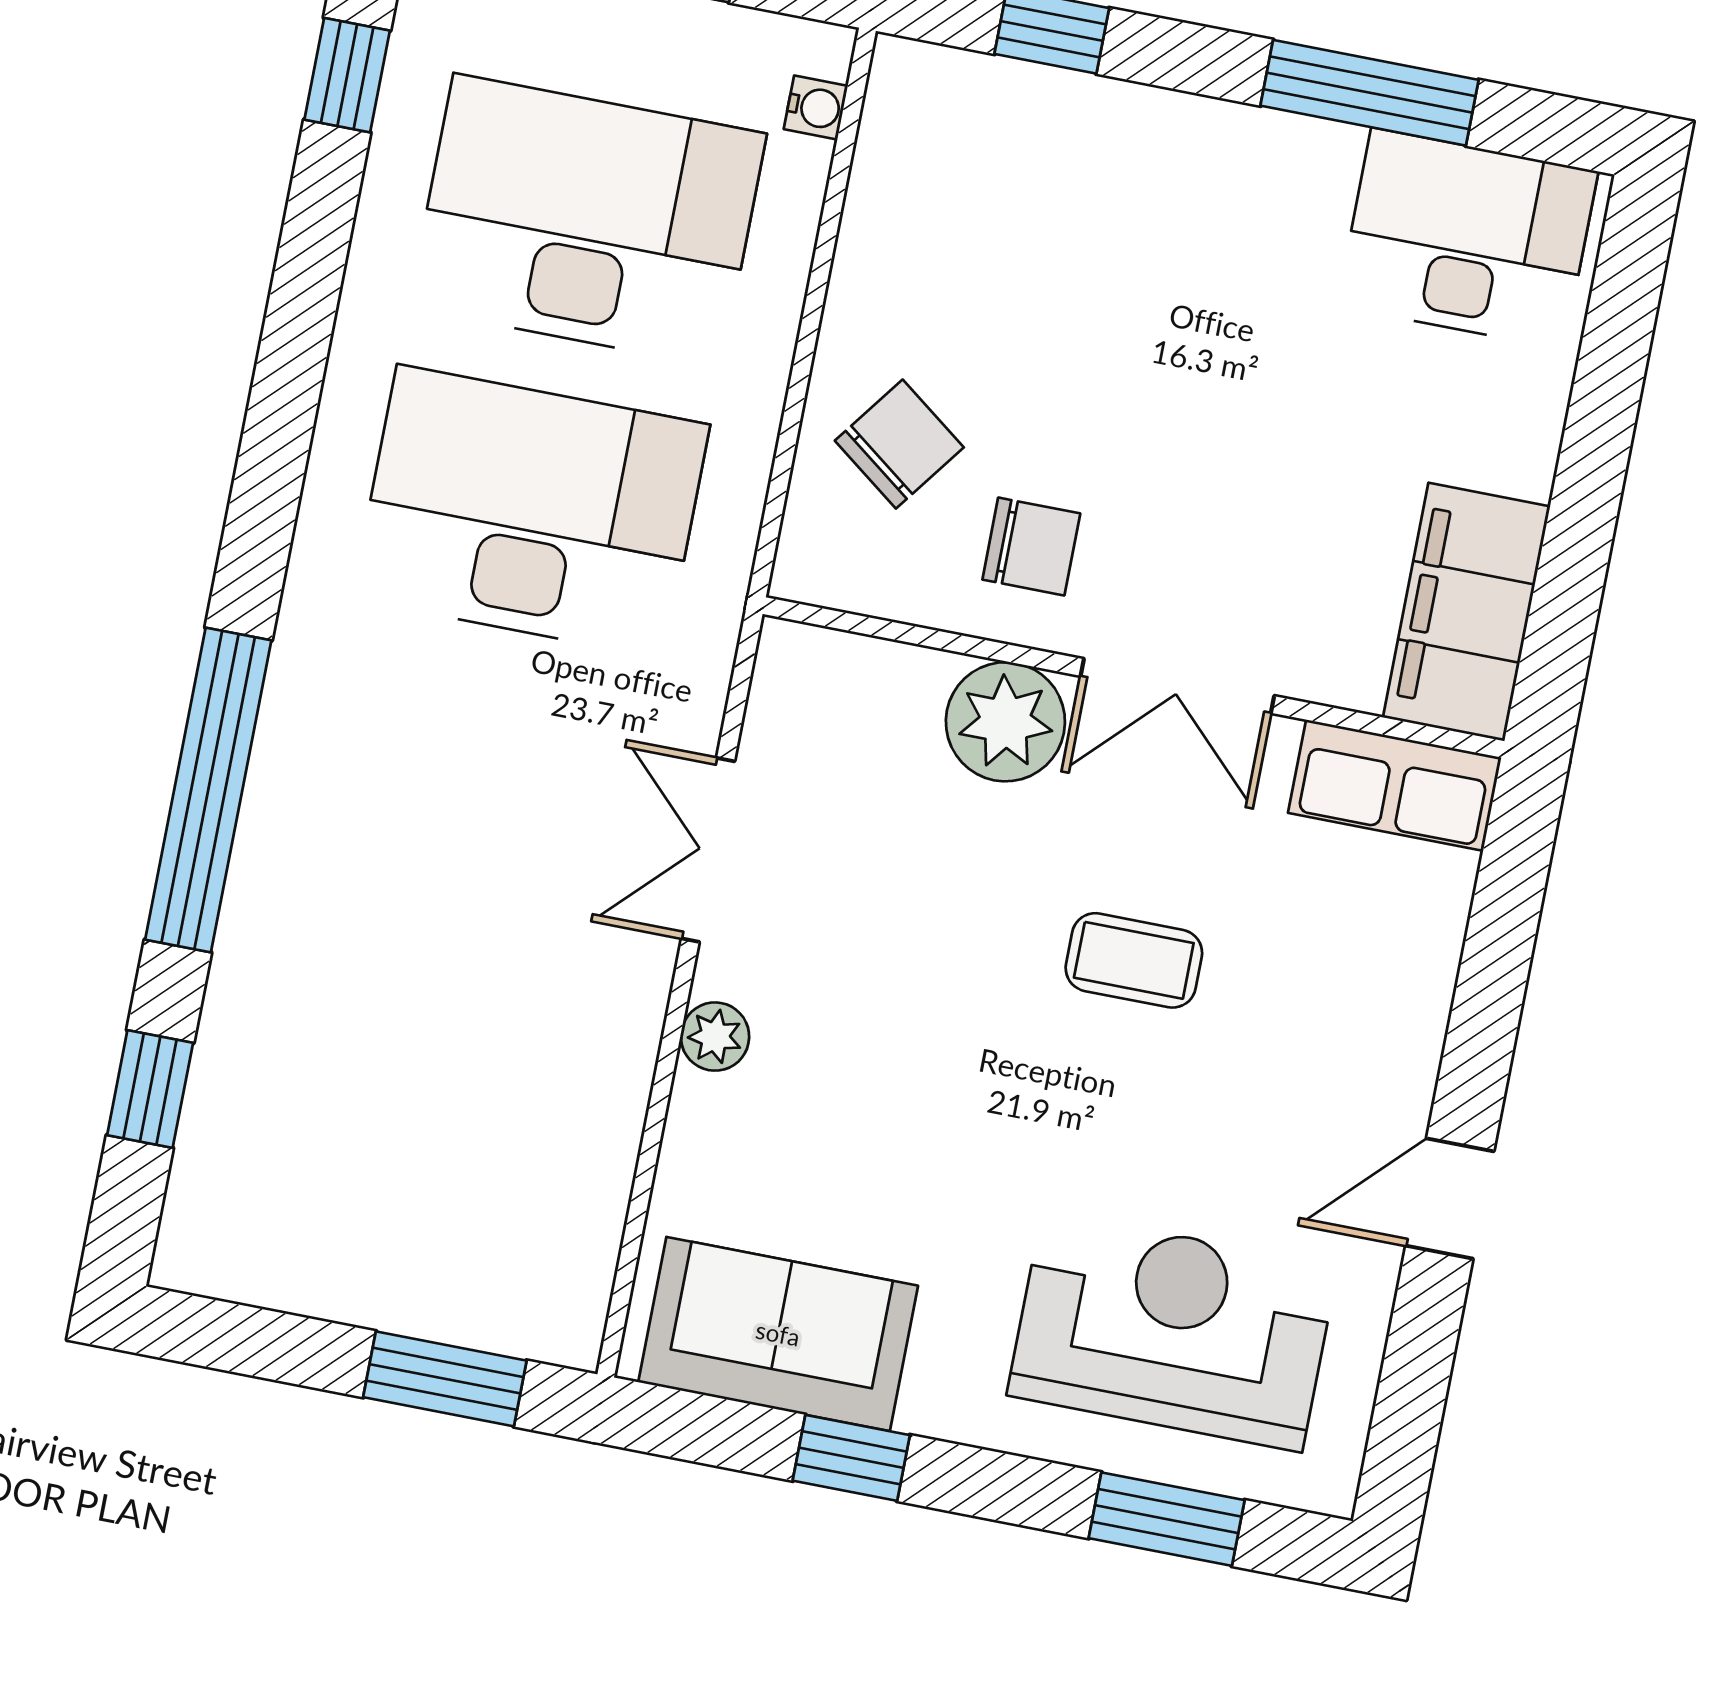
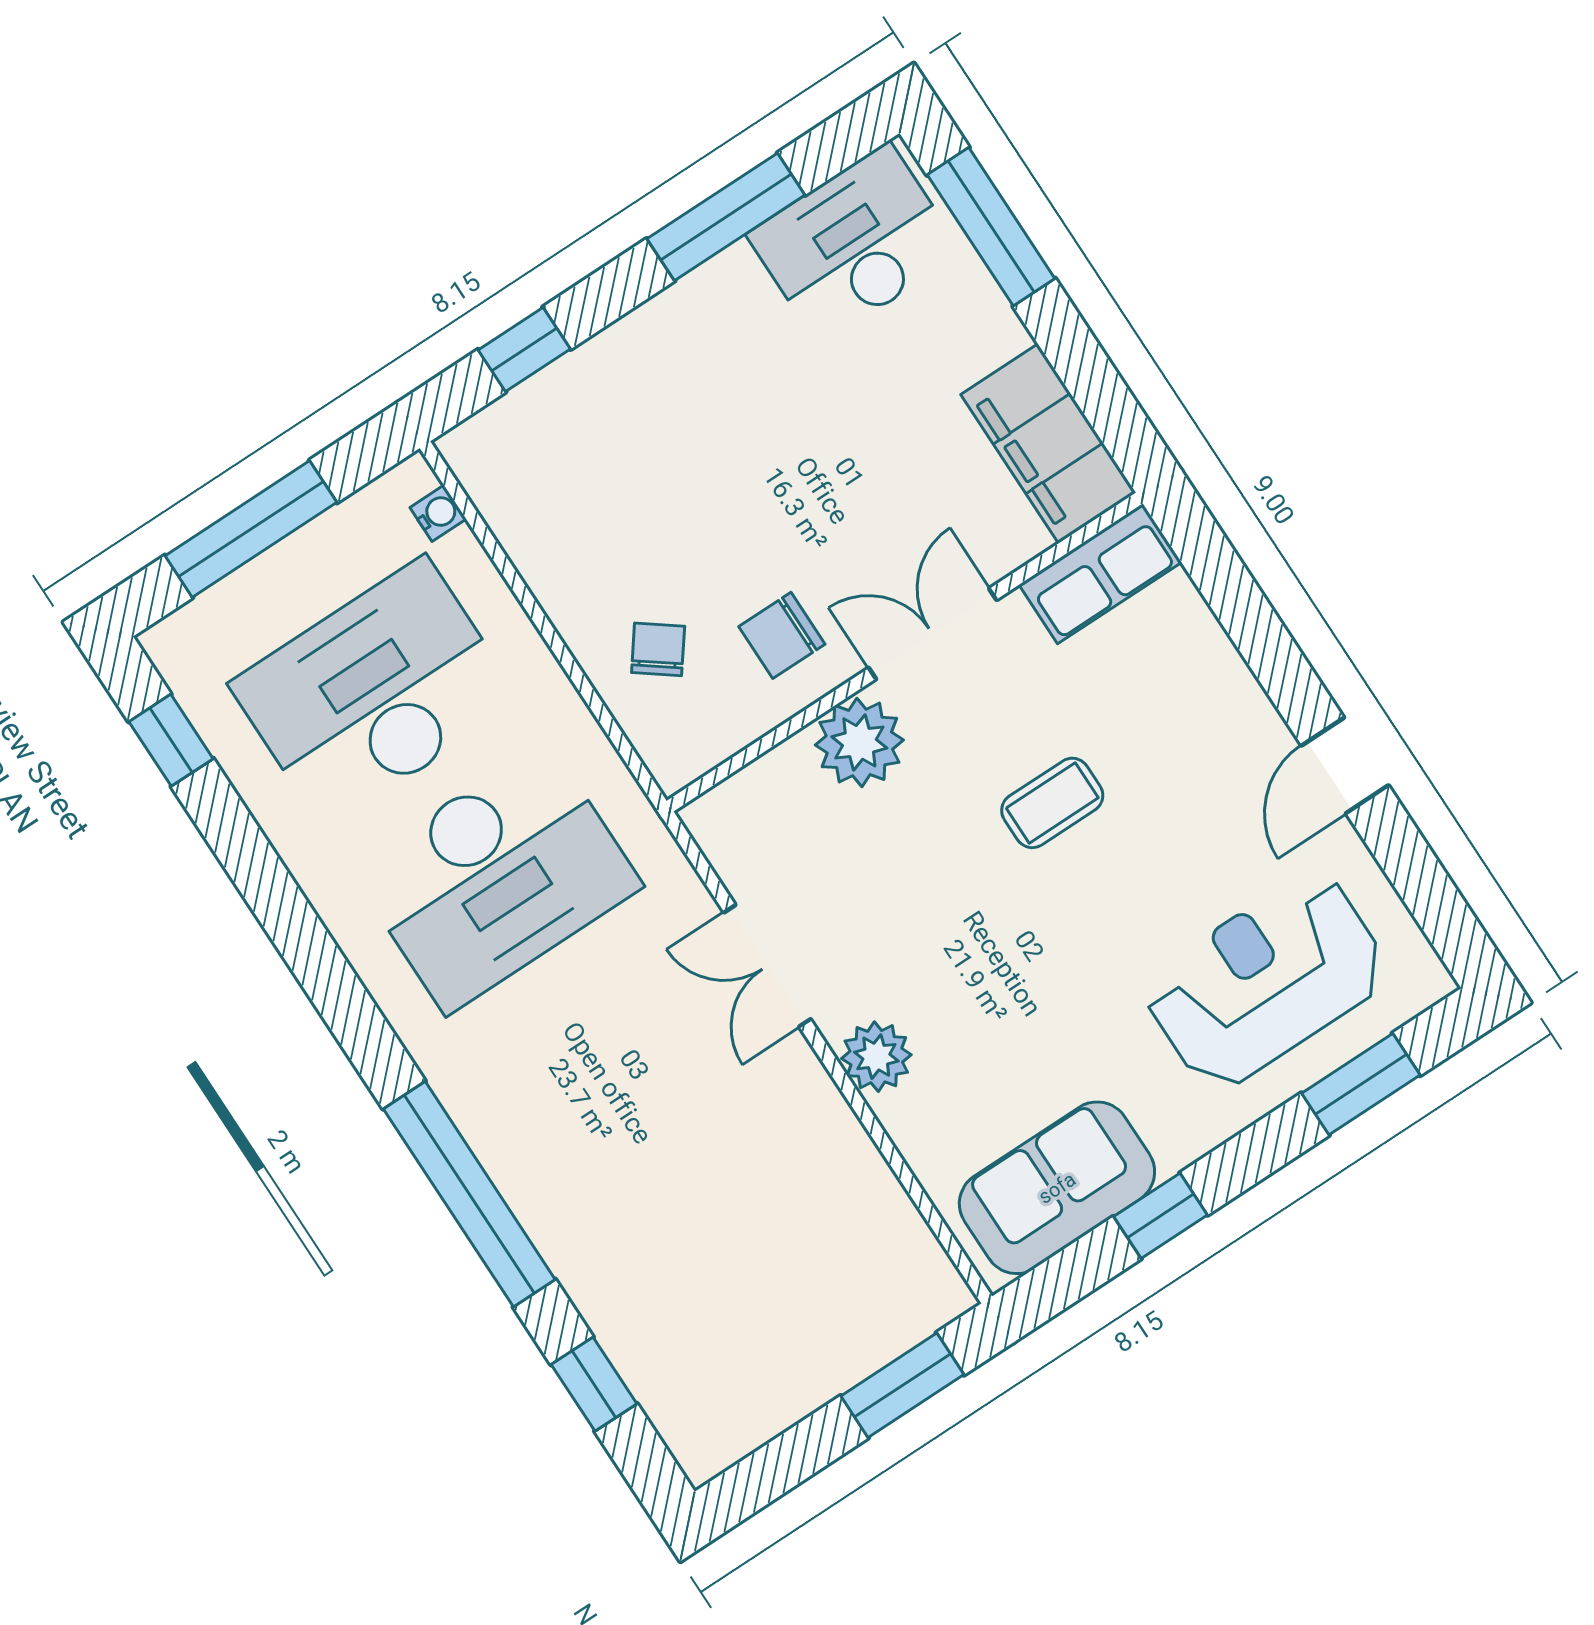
window: (1615, 350) -> (991, 227), added
chair: (899, 444) -> (658, 649), width x0.73, depth x0.73
desk: (531, 512) -> (496, 877), turned 180
chair: (1031, 547) -> (782, 635), turned 180
double door: (1177, 686) -> (933, 634), swing flipped
plant: (715, 1037) -> (876, 1057), width x1.38, depth x1.38

